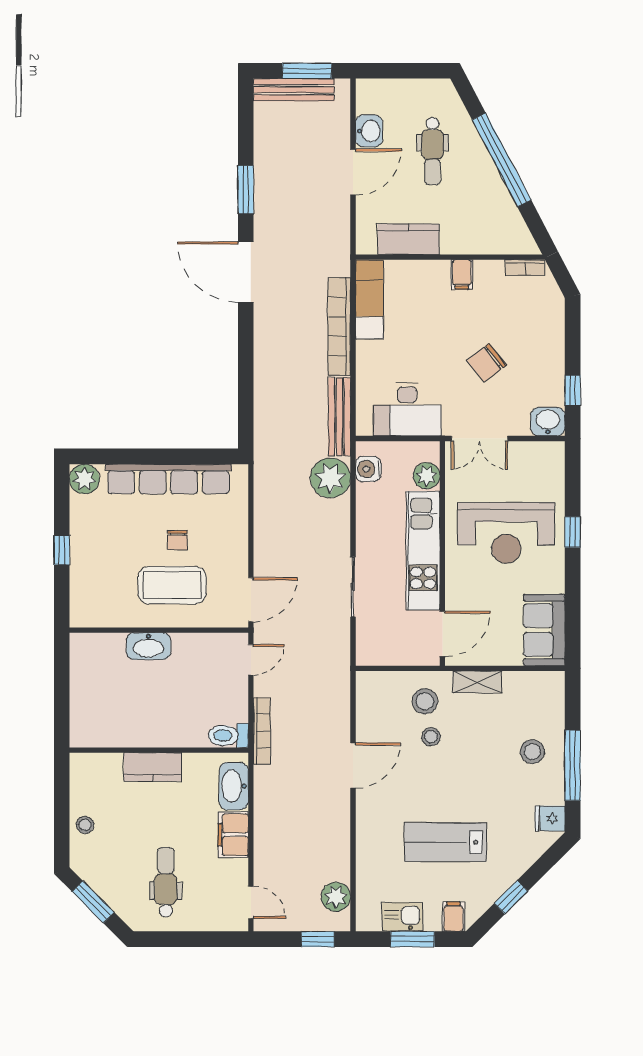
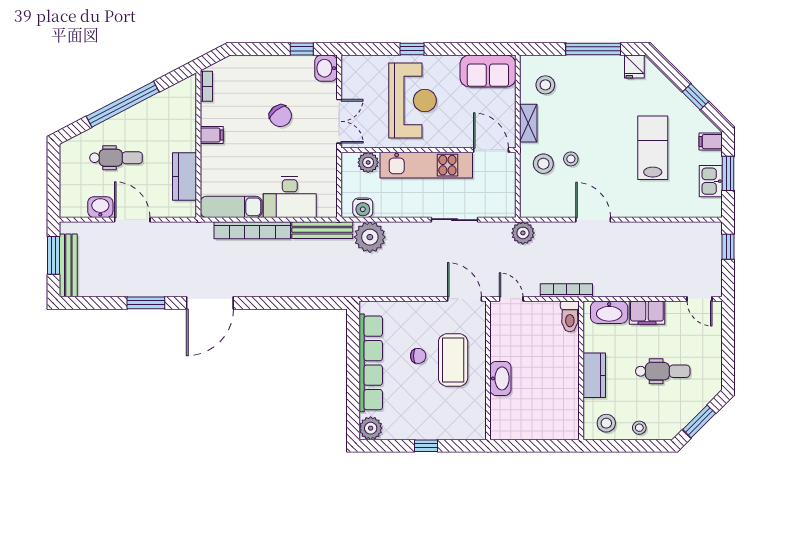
desk: (407, 409) -> (290, 197), moved, turned 90
stool: (532, 752) -> (545, 85), moved
stool: (91, 782) -> (606, 423), added
lab bench: (445, 842) -> (653, 148), turned 180
dental chair: (166, 882) -> (663, 371), moved, turned 180
plant: (336, 897) -> (523, 233), moved
door: (251, 902) -> (700, 299), swing flipped

